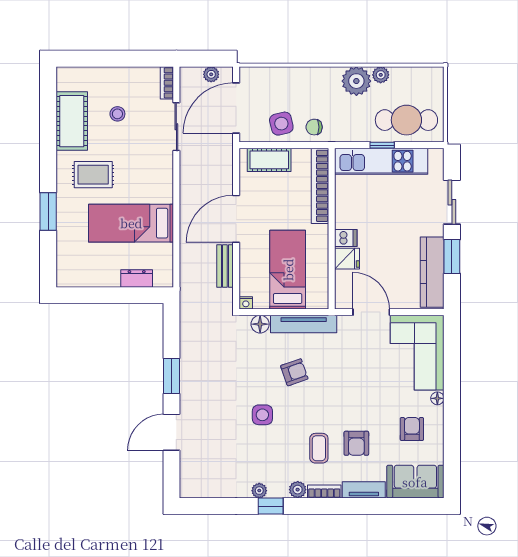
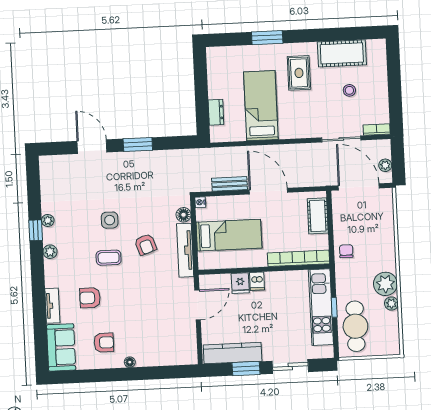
side table: (281, 124) -> (348, 224), removed
corner sofa: (417, 353) -> (166, 344), removed
coffee table: (319, 448) -> (109, 258), moved
bookcase: (324, 491) -> (50, 273), removed

